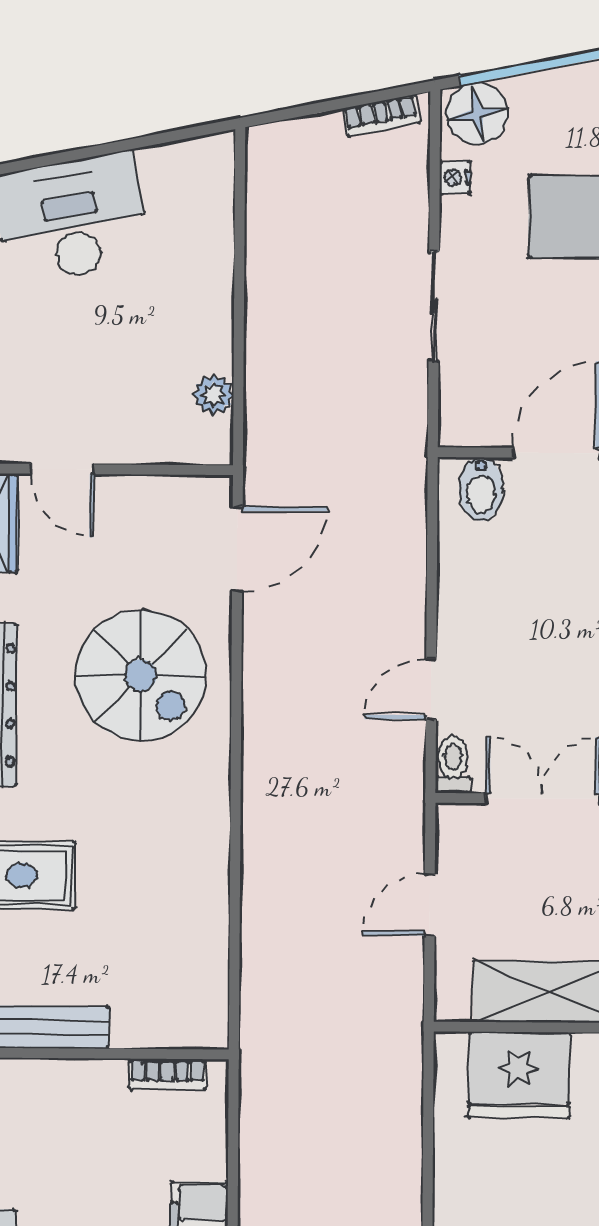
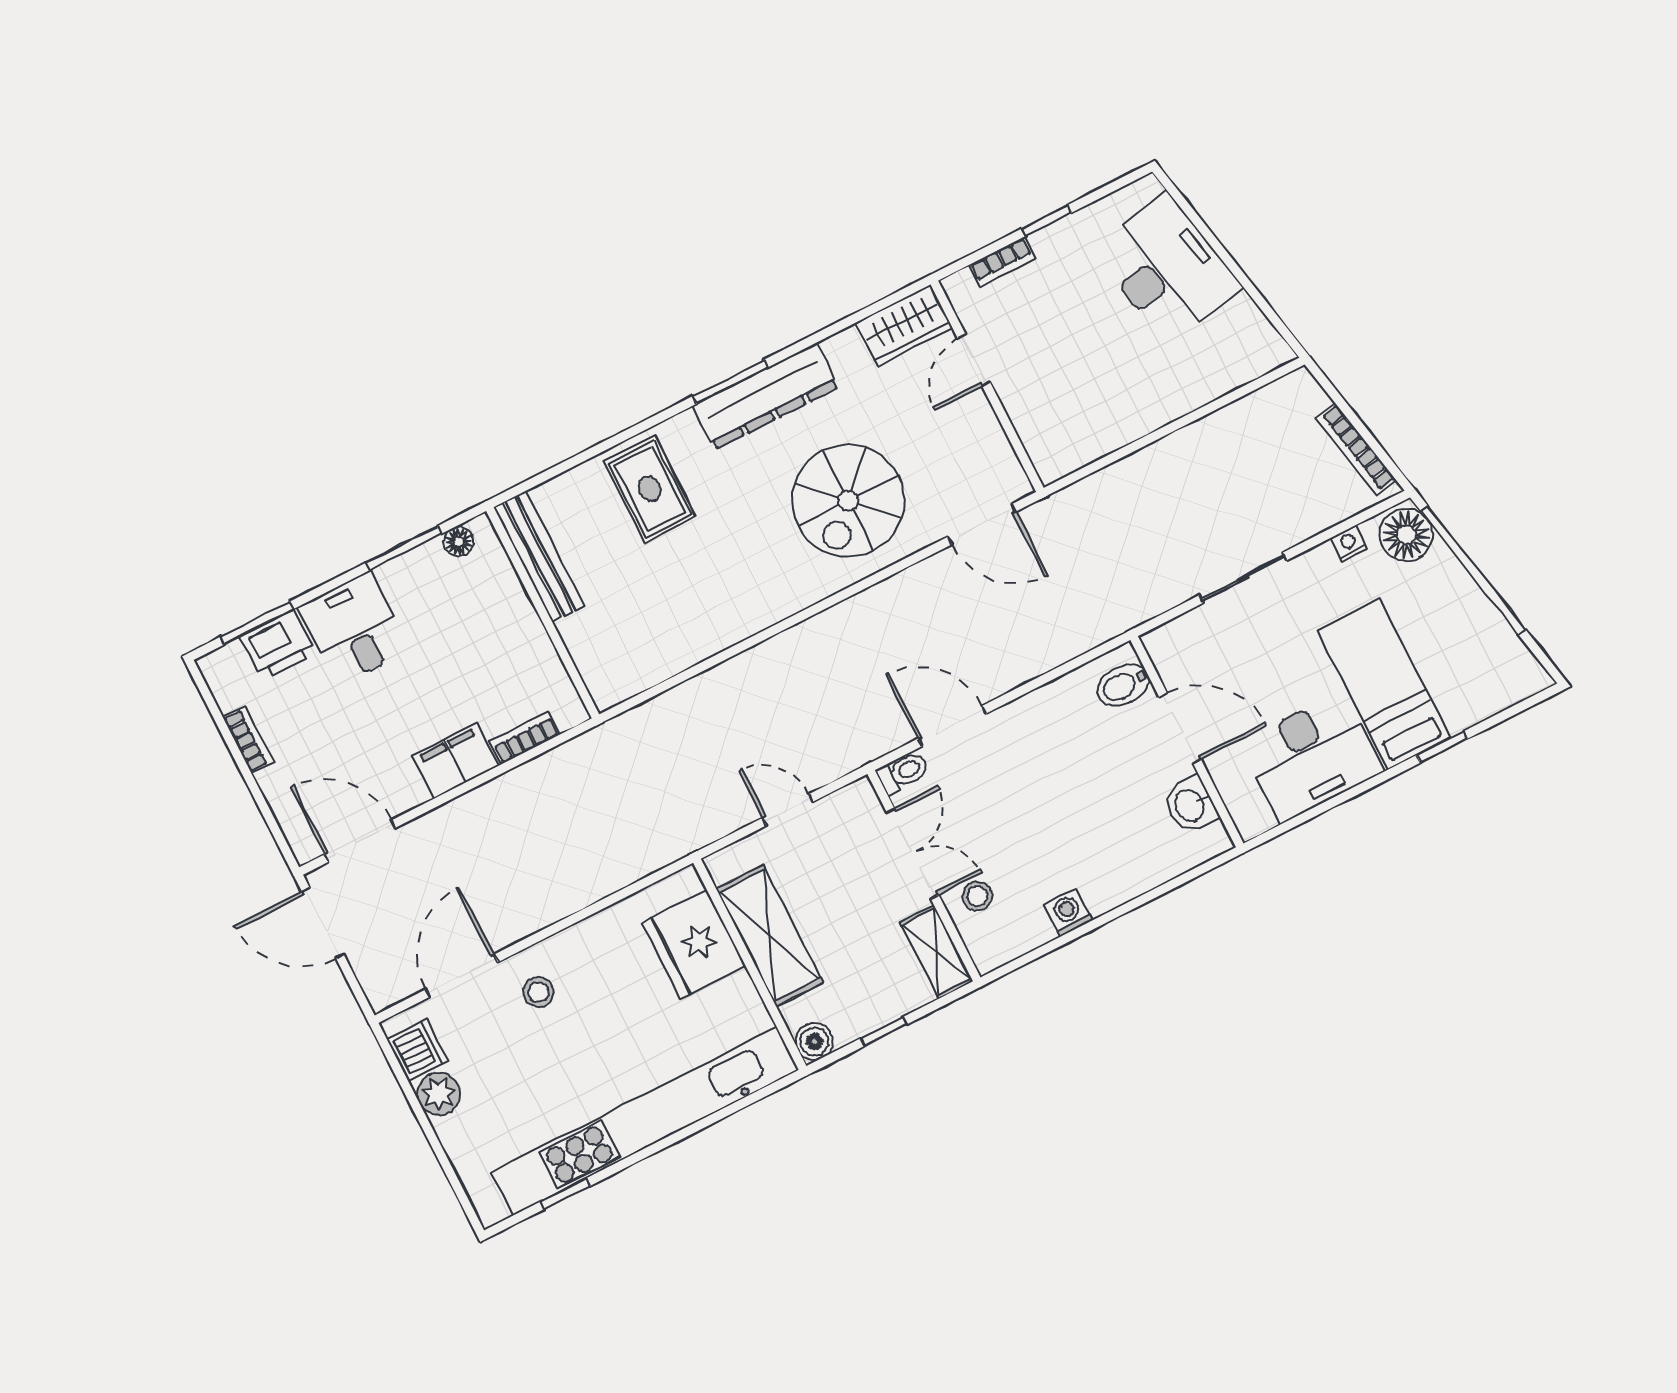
bookcase: (381, 116) -> (1356, 449), width x1.56
plant: (213, 395) -> (1090, 445), removed
door: (431, 689) -> (952, 726), width x1.37
bookcase: (167, 1074) -> (525, 738), moved, turned 90

